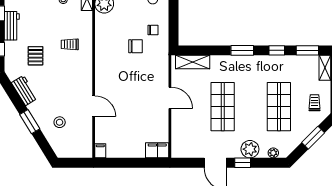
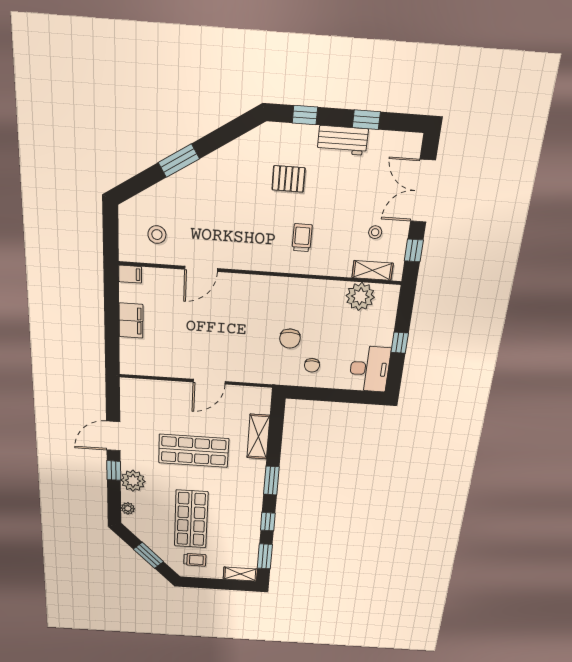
shelving: (193, 62) -> (258, 437), moved
workbench: (24, 90) -> (232, 155), removed
shop shelf: (279, 107) -> (191, 519), turned 90
stool: (60, 122) -> (157, 235), moved
filing cabinet: (157, 150) -> (131, 321), moved

